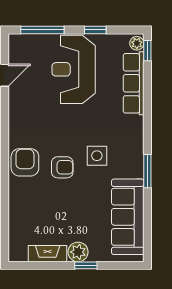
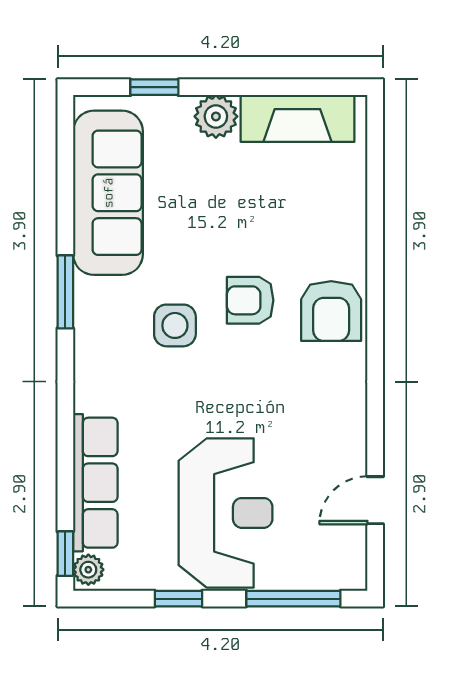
fireplace: (48, 254) -> (297, 118), width x1.37, depth x1.32
window: (86, 265) -> (154, 87), moved

